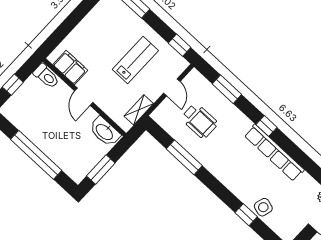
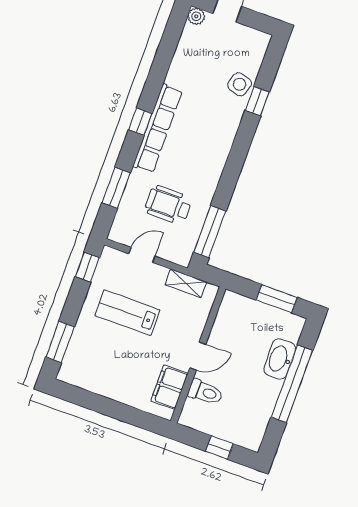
toilet: (46, 76) -> (205, 392), moved, turned 90
wheelchair: (199, 121) -> (168, 205), turned -90
washbasin: (105, 132) -> (280, 359), moved, turned 180
row of seats: (274, 153) -> (158, 128), moved
window: (184, 157) -> (210, 232), moved

